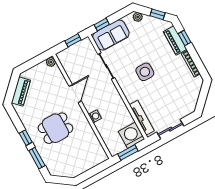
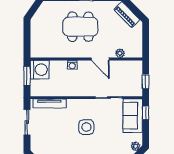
plant: (51, 62) -> (120, 53), moved
dining table: (55, 128) -> (80, 27), width x1.37
washing machine: (132, 135) -> (40, 70), moved

